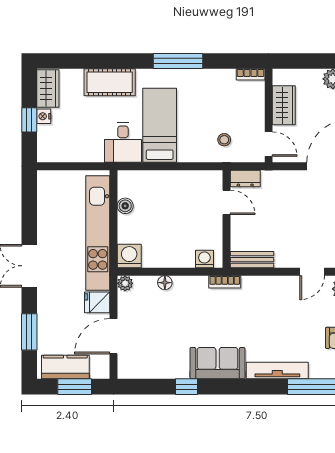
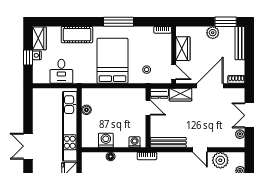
bed: (160, 125) -> (112, 61), width x1.50
desk: (123, 143) -> (61, 71), moved
wardrobe: (280, 181) -> (181, 95), added
washing machine: (129, 256) -> (106, 140), moved
bench: (252, 260) -> (168, 142), width x1.36
door: (312, 272) -> (200, 150), hinge flipped
plant: (125, 283) -> (86, 157), removed

